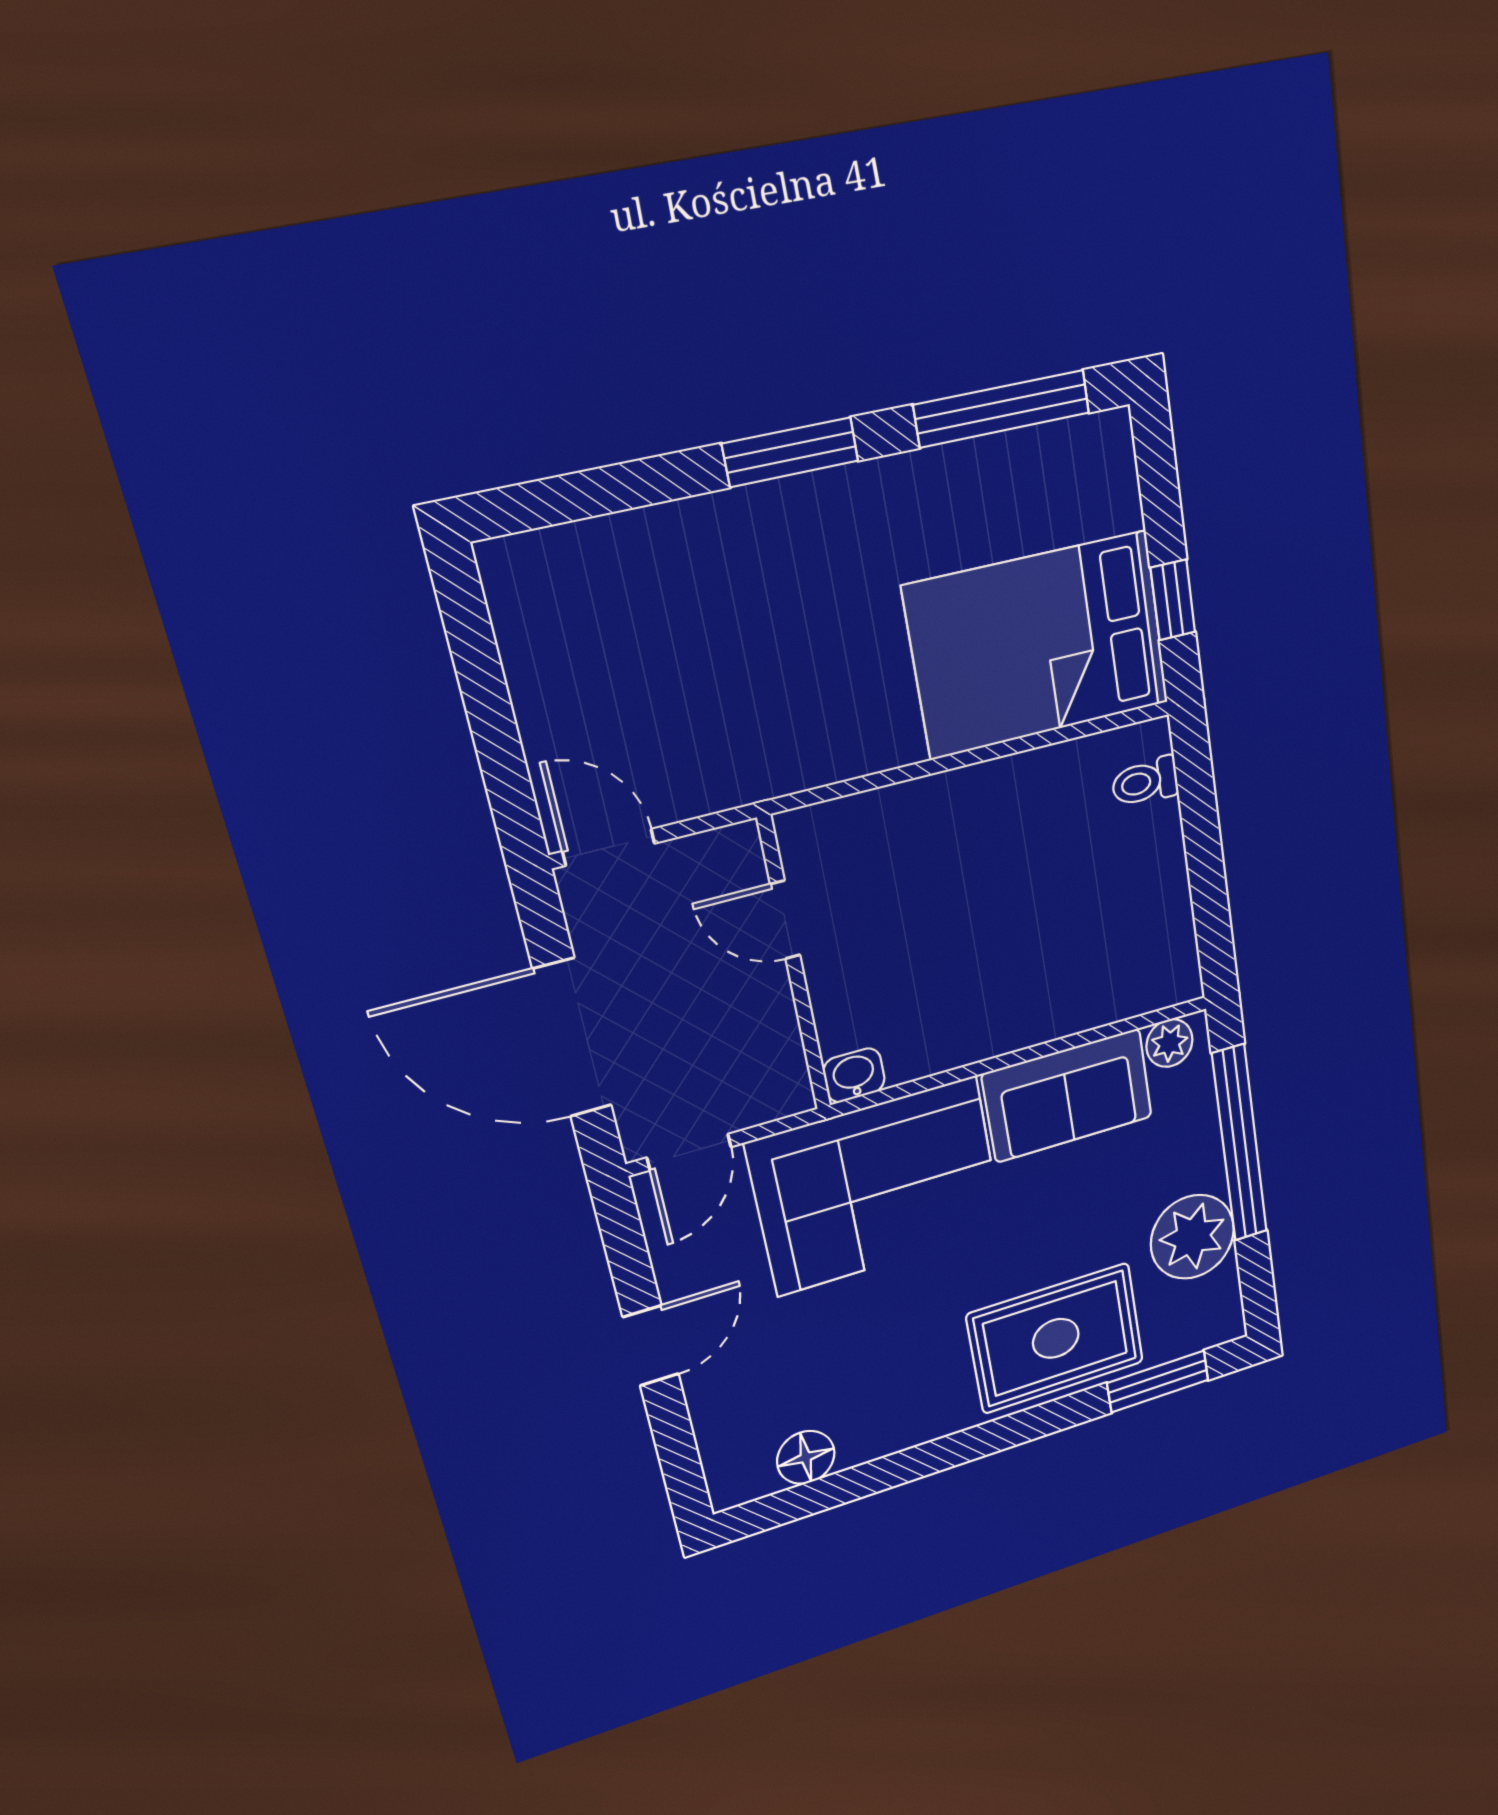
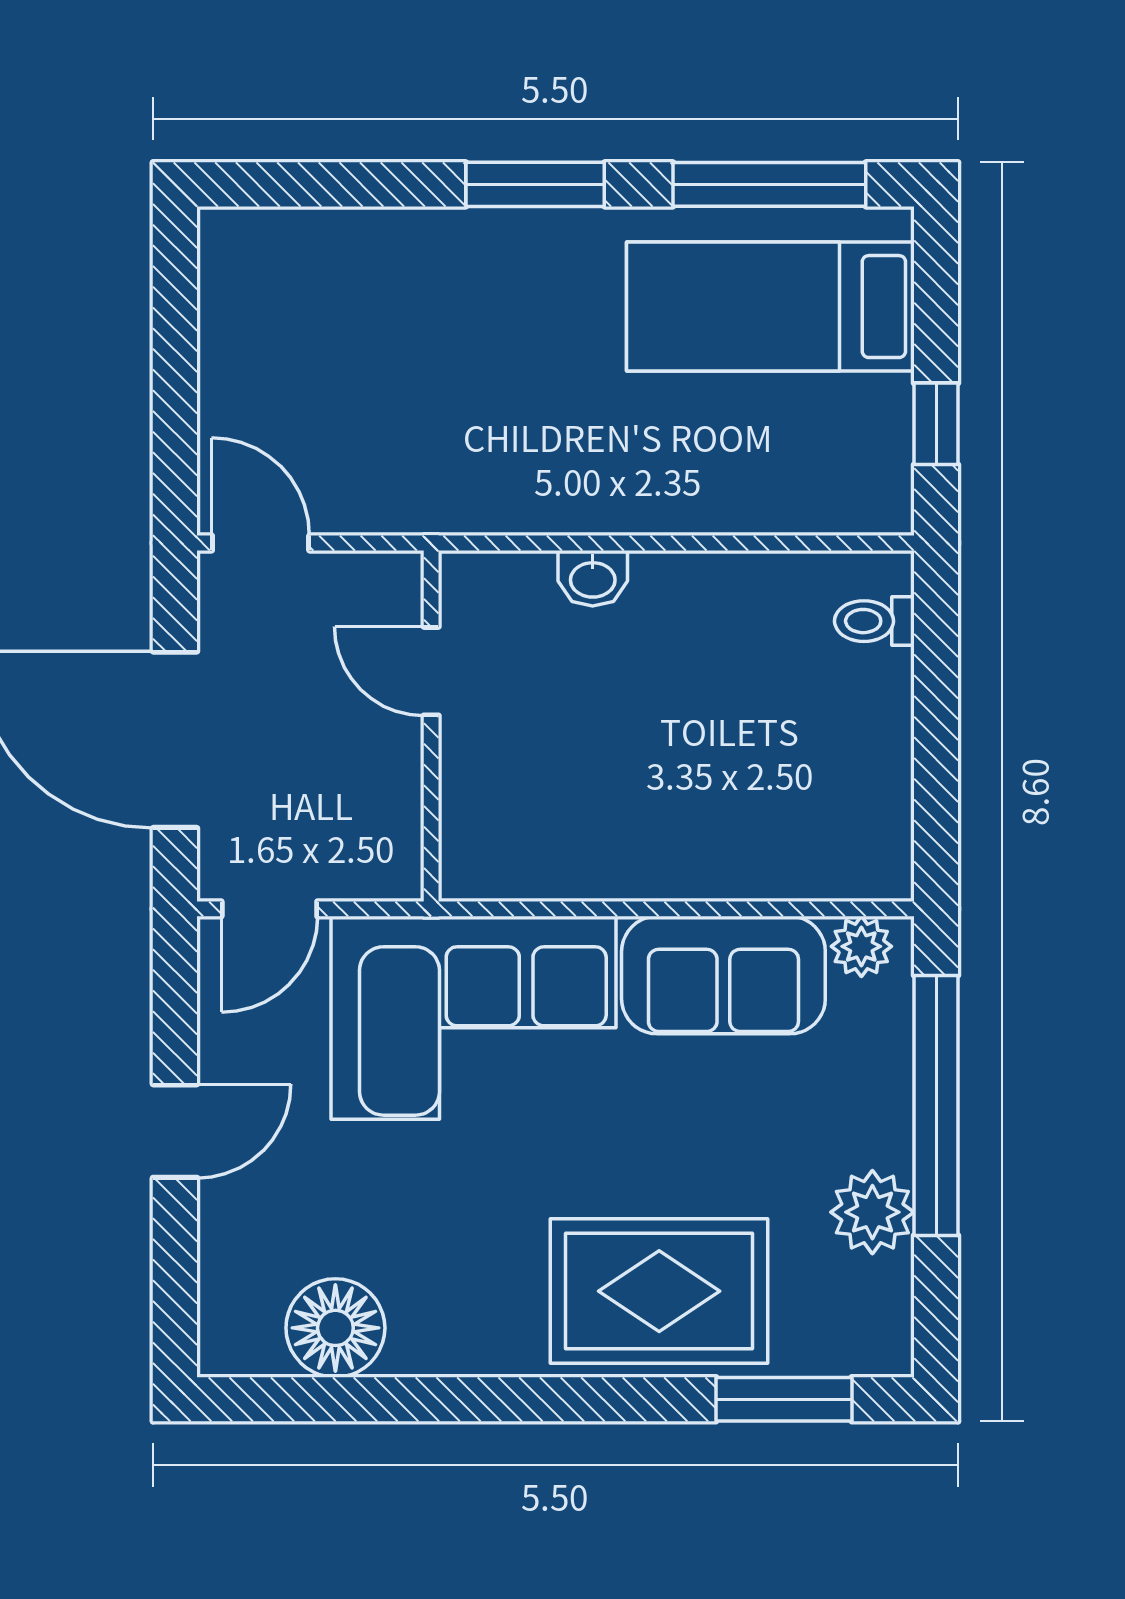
bed: (1038, 645) -> (770, 307), moved, width x0.67
washbasin: (854, 1075) -> (593, 578), moved, turned 180
plant: (1192, 1237) -> (872, 1212), width x0.73, depth x0.73
floor lamp: (806, 1457) -> (335, 1328), width x1.38, depth x1.38

